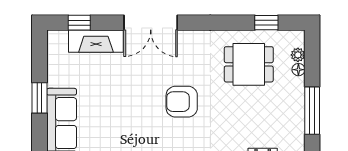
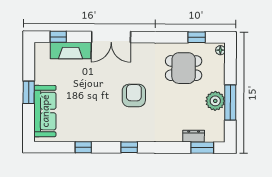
plant: (298, 55) -> (215, 101), moved, width x1.88, depth x1.88
floor lamp: (298, 70) -> (220, 50), moved
armchair: (182, 102) -> (134, 95), turned 90

